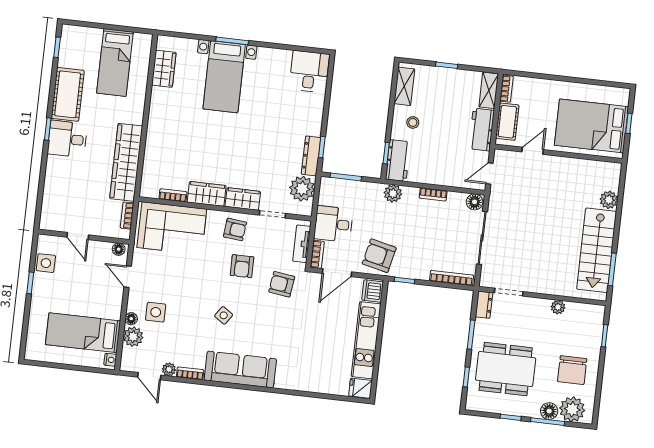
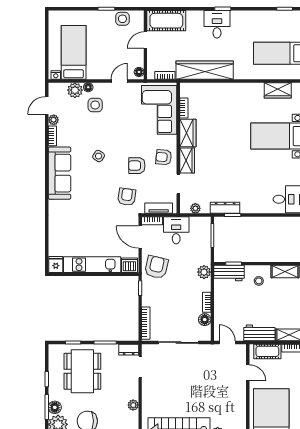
cot: (68, 94) -> (166, 21), moved
plant: (302, 189) -> (195, 208), width x0.53, depth x0.53
floor lamp: (475, 202) -> (205, 320), moved
armchair: (235, 229) -> (164, 157), turned 89

